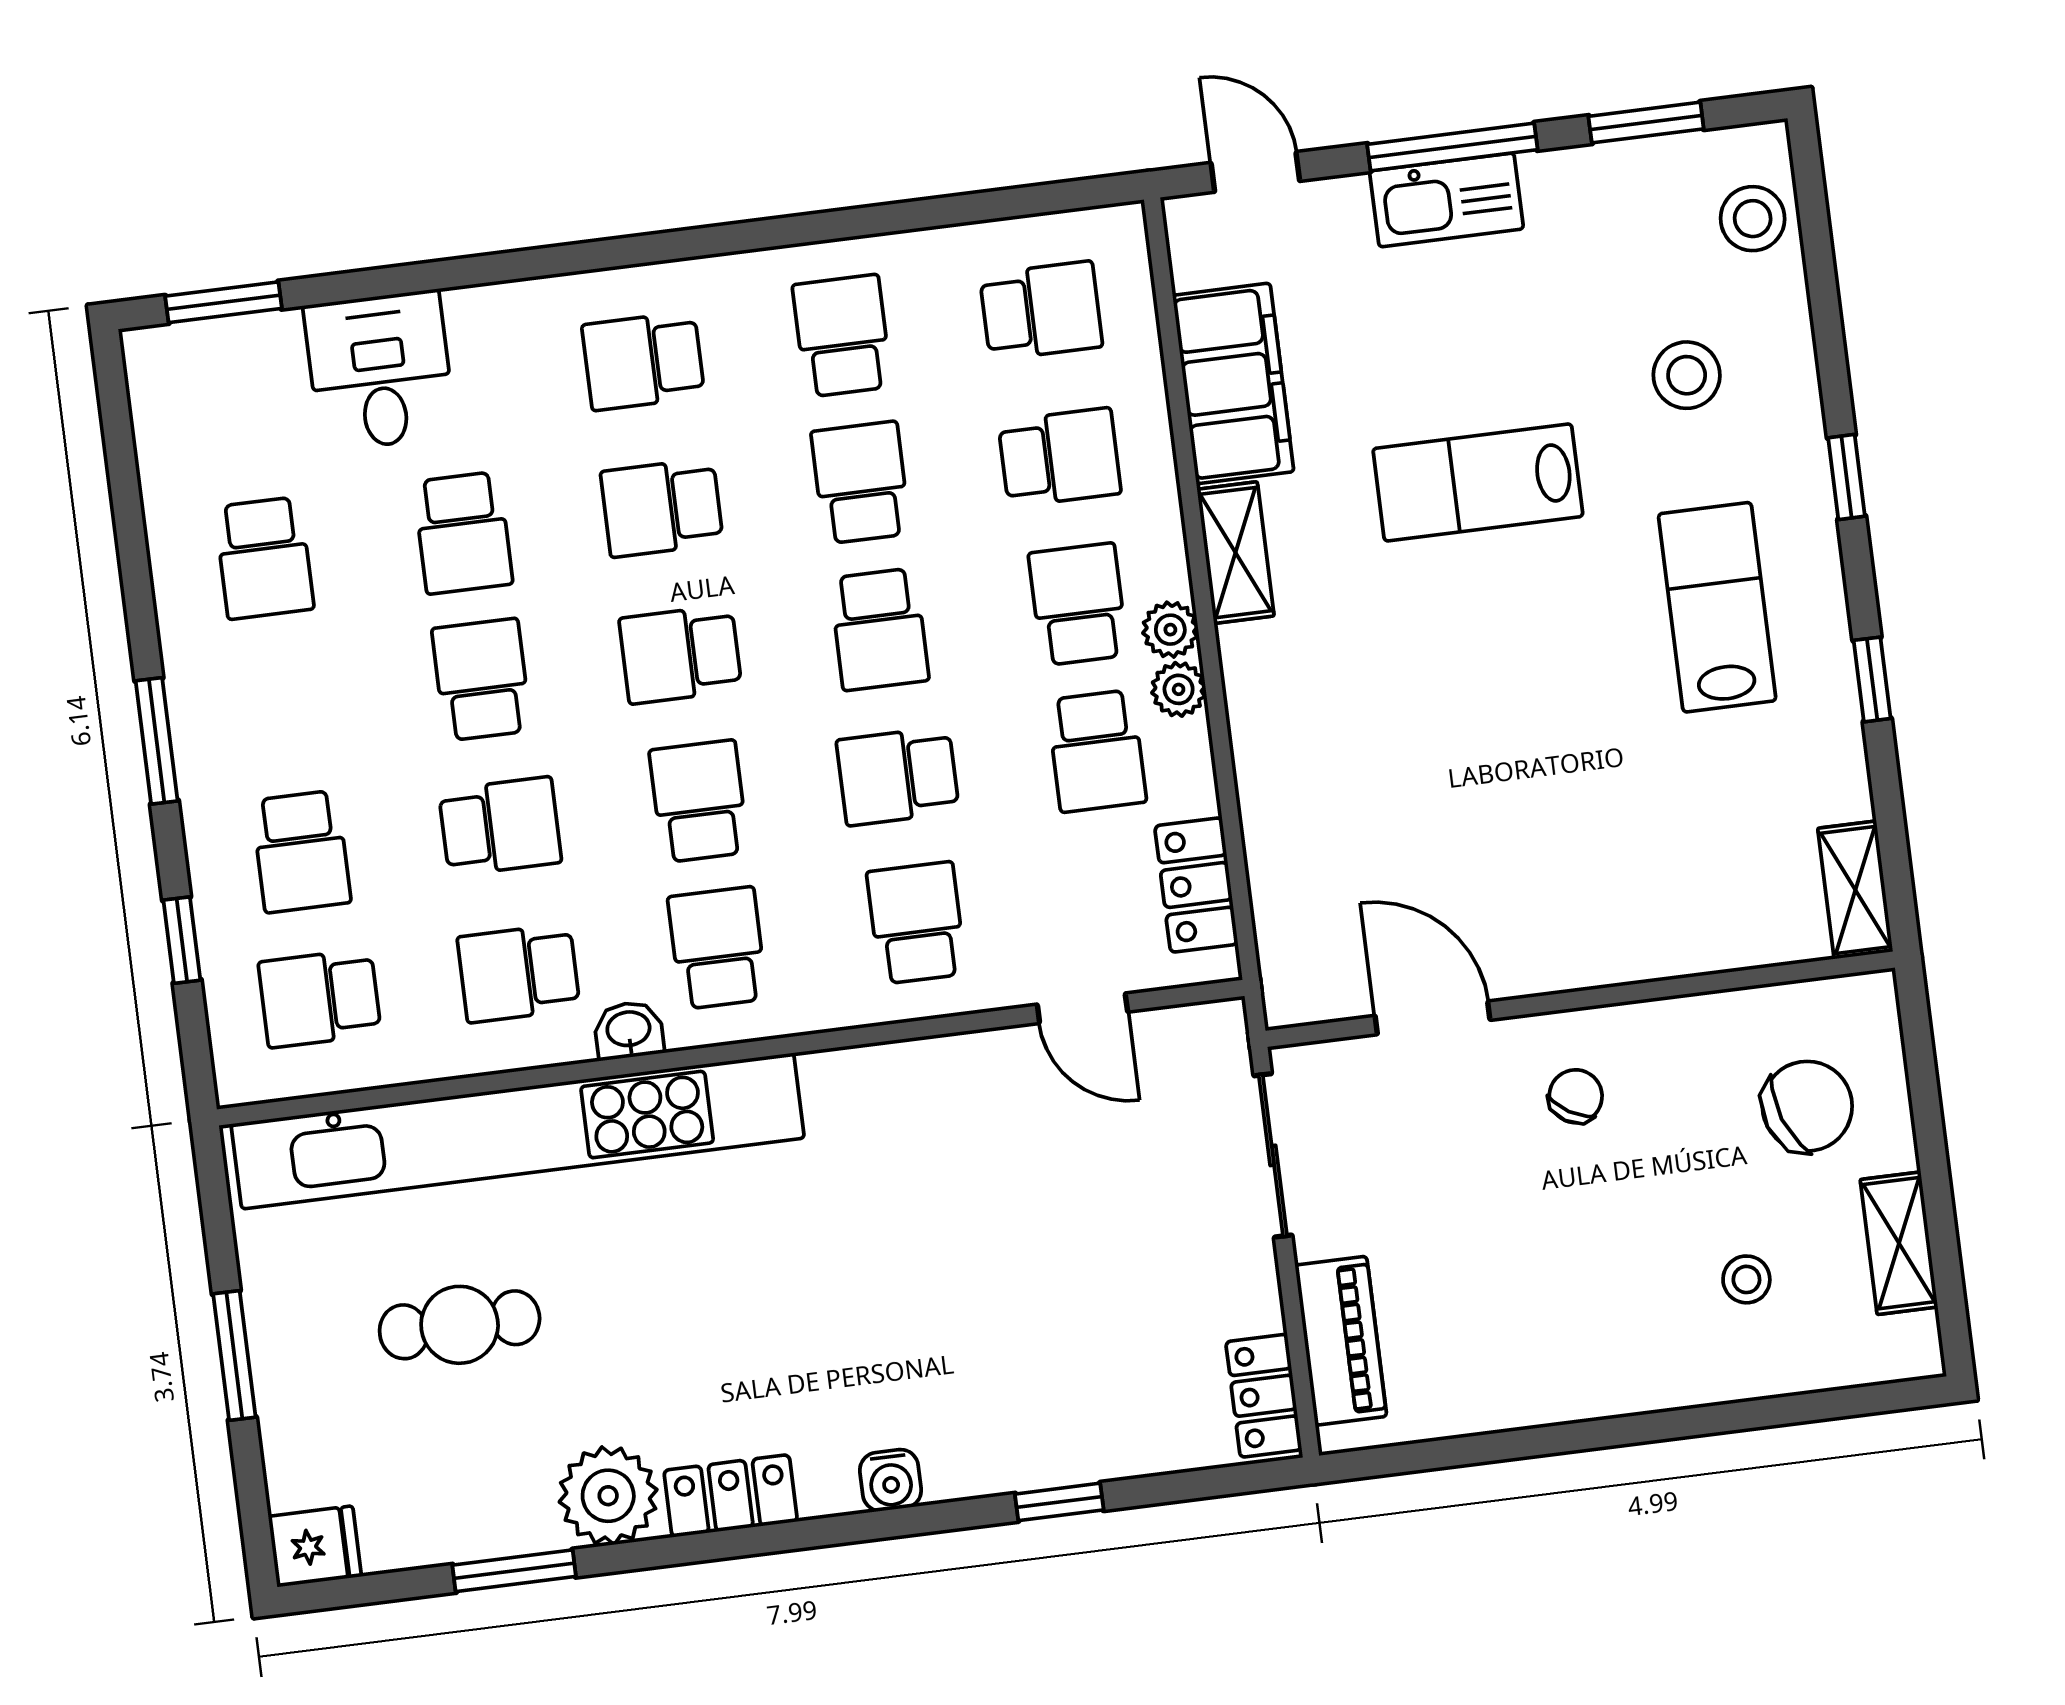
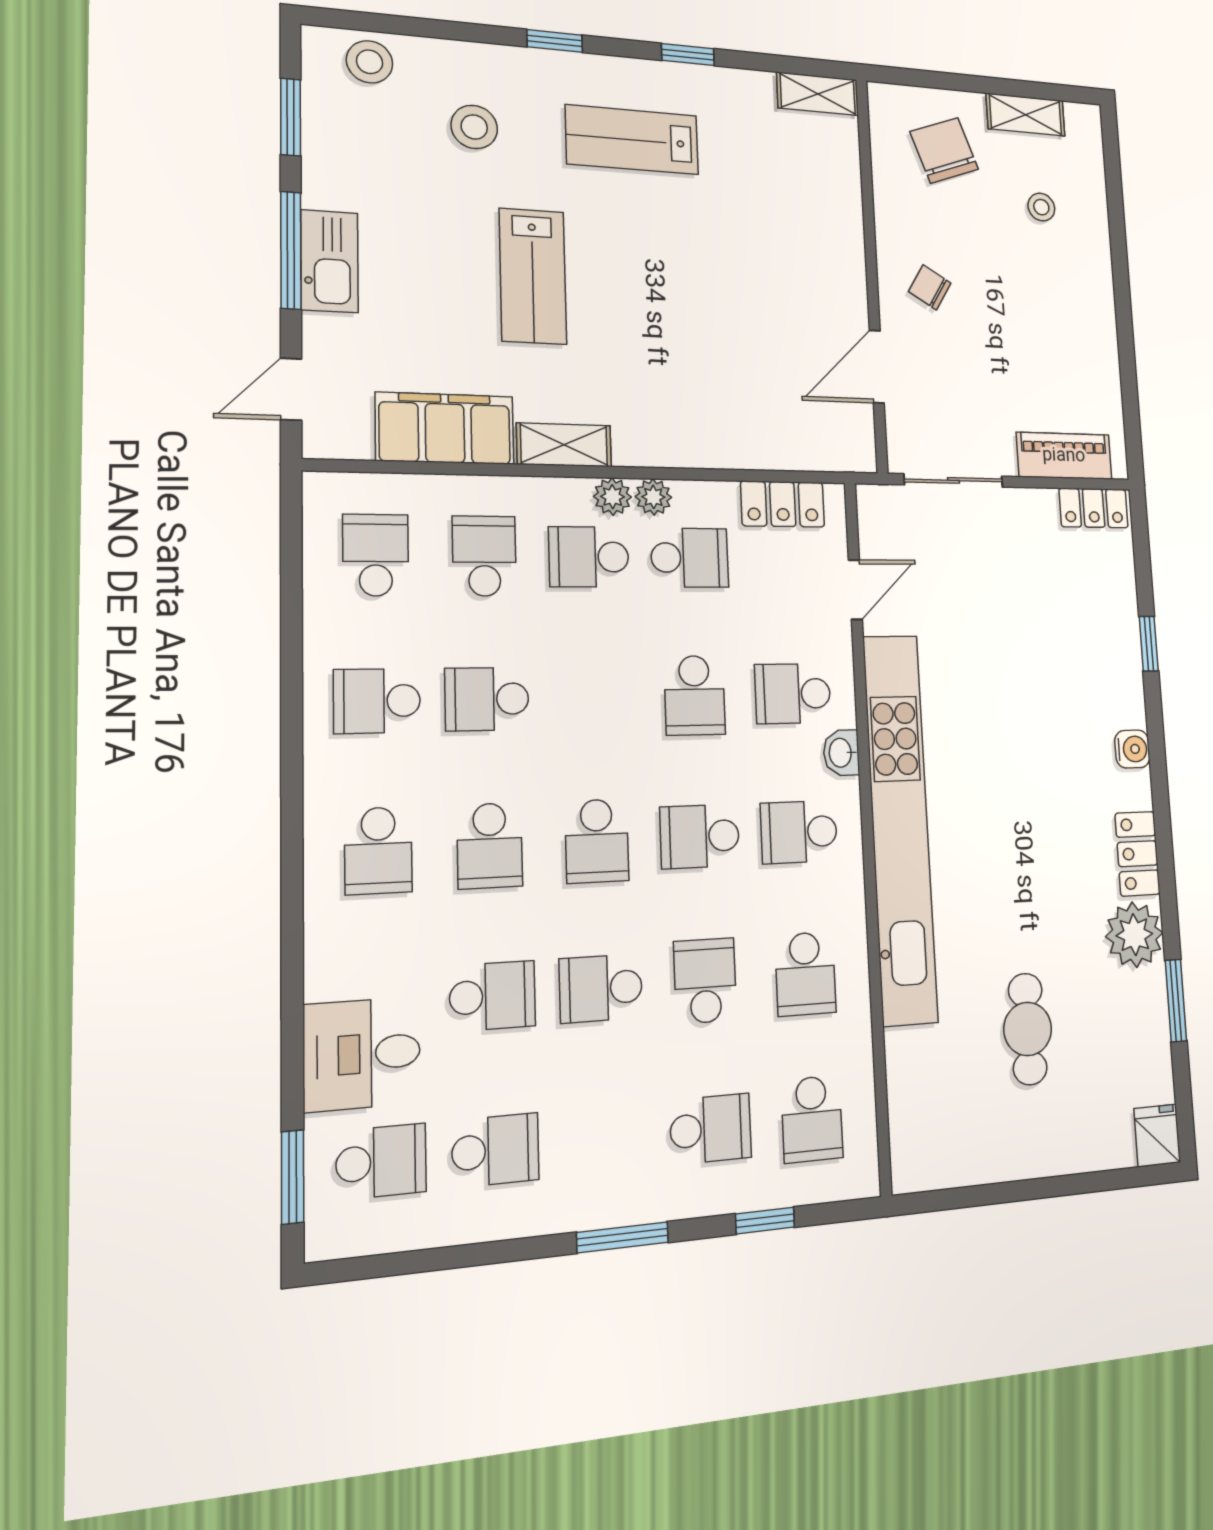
school desk: (879, 629) -> (381, 1162), moved
washbasin: (629, 1030) -> (841, 753), moved
kitchen unit: (518, 1131) -> (900, 827), moved
window: (234, 1356) -> (1039, 1188), removed

